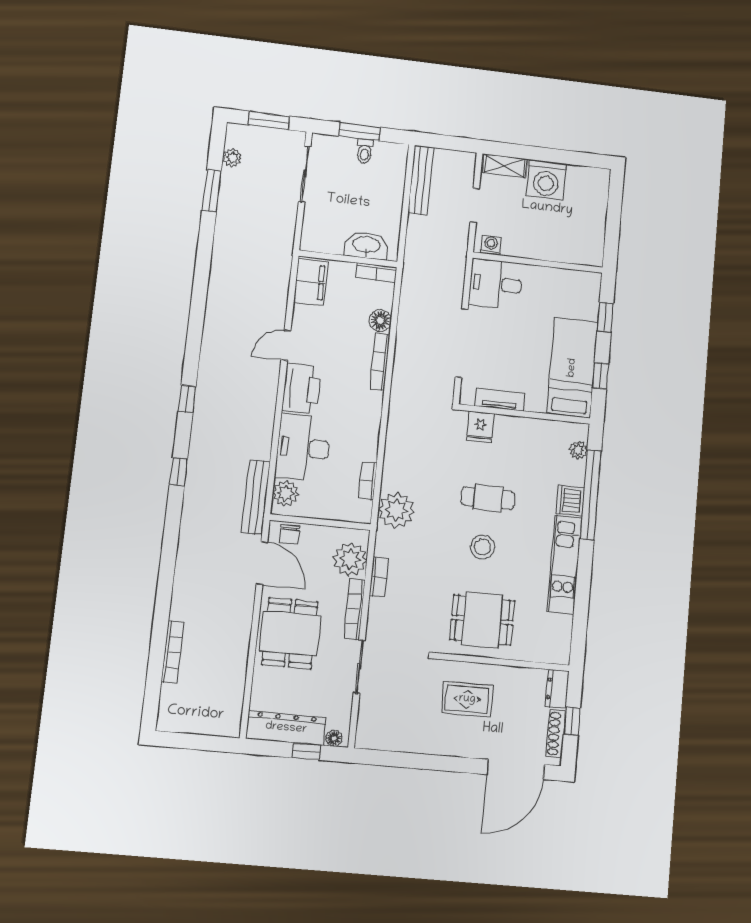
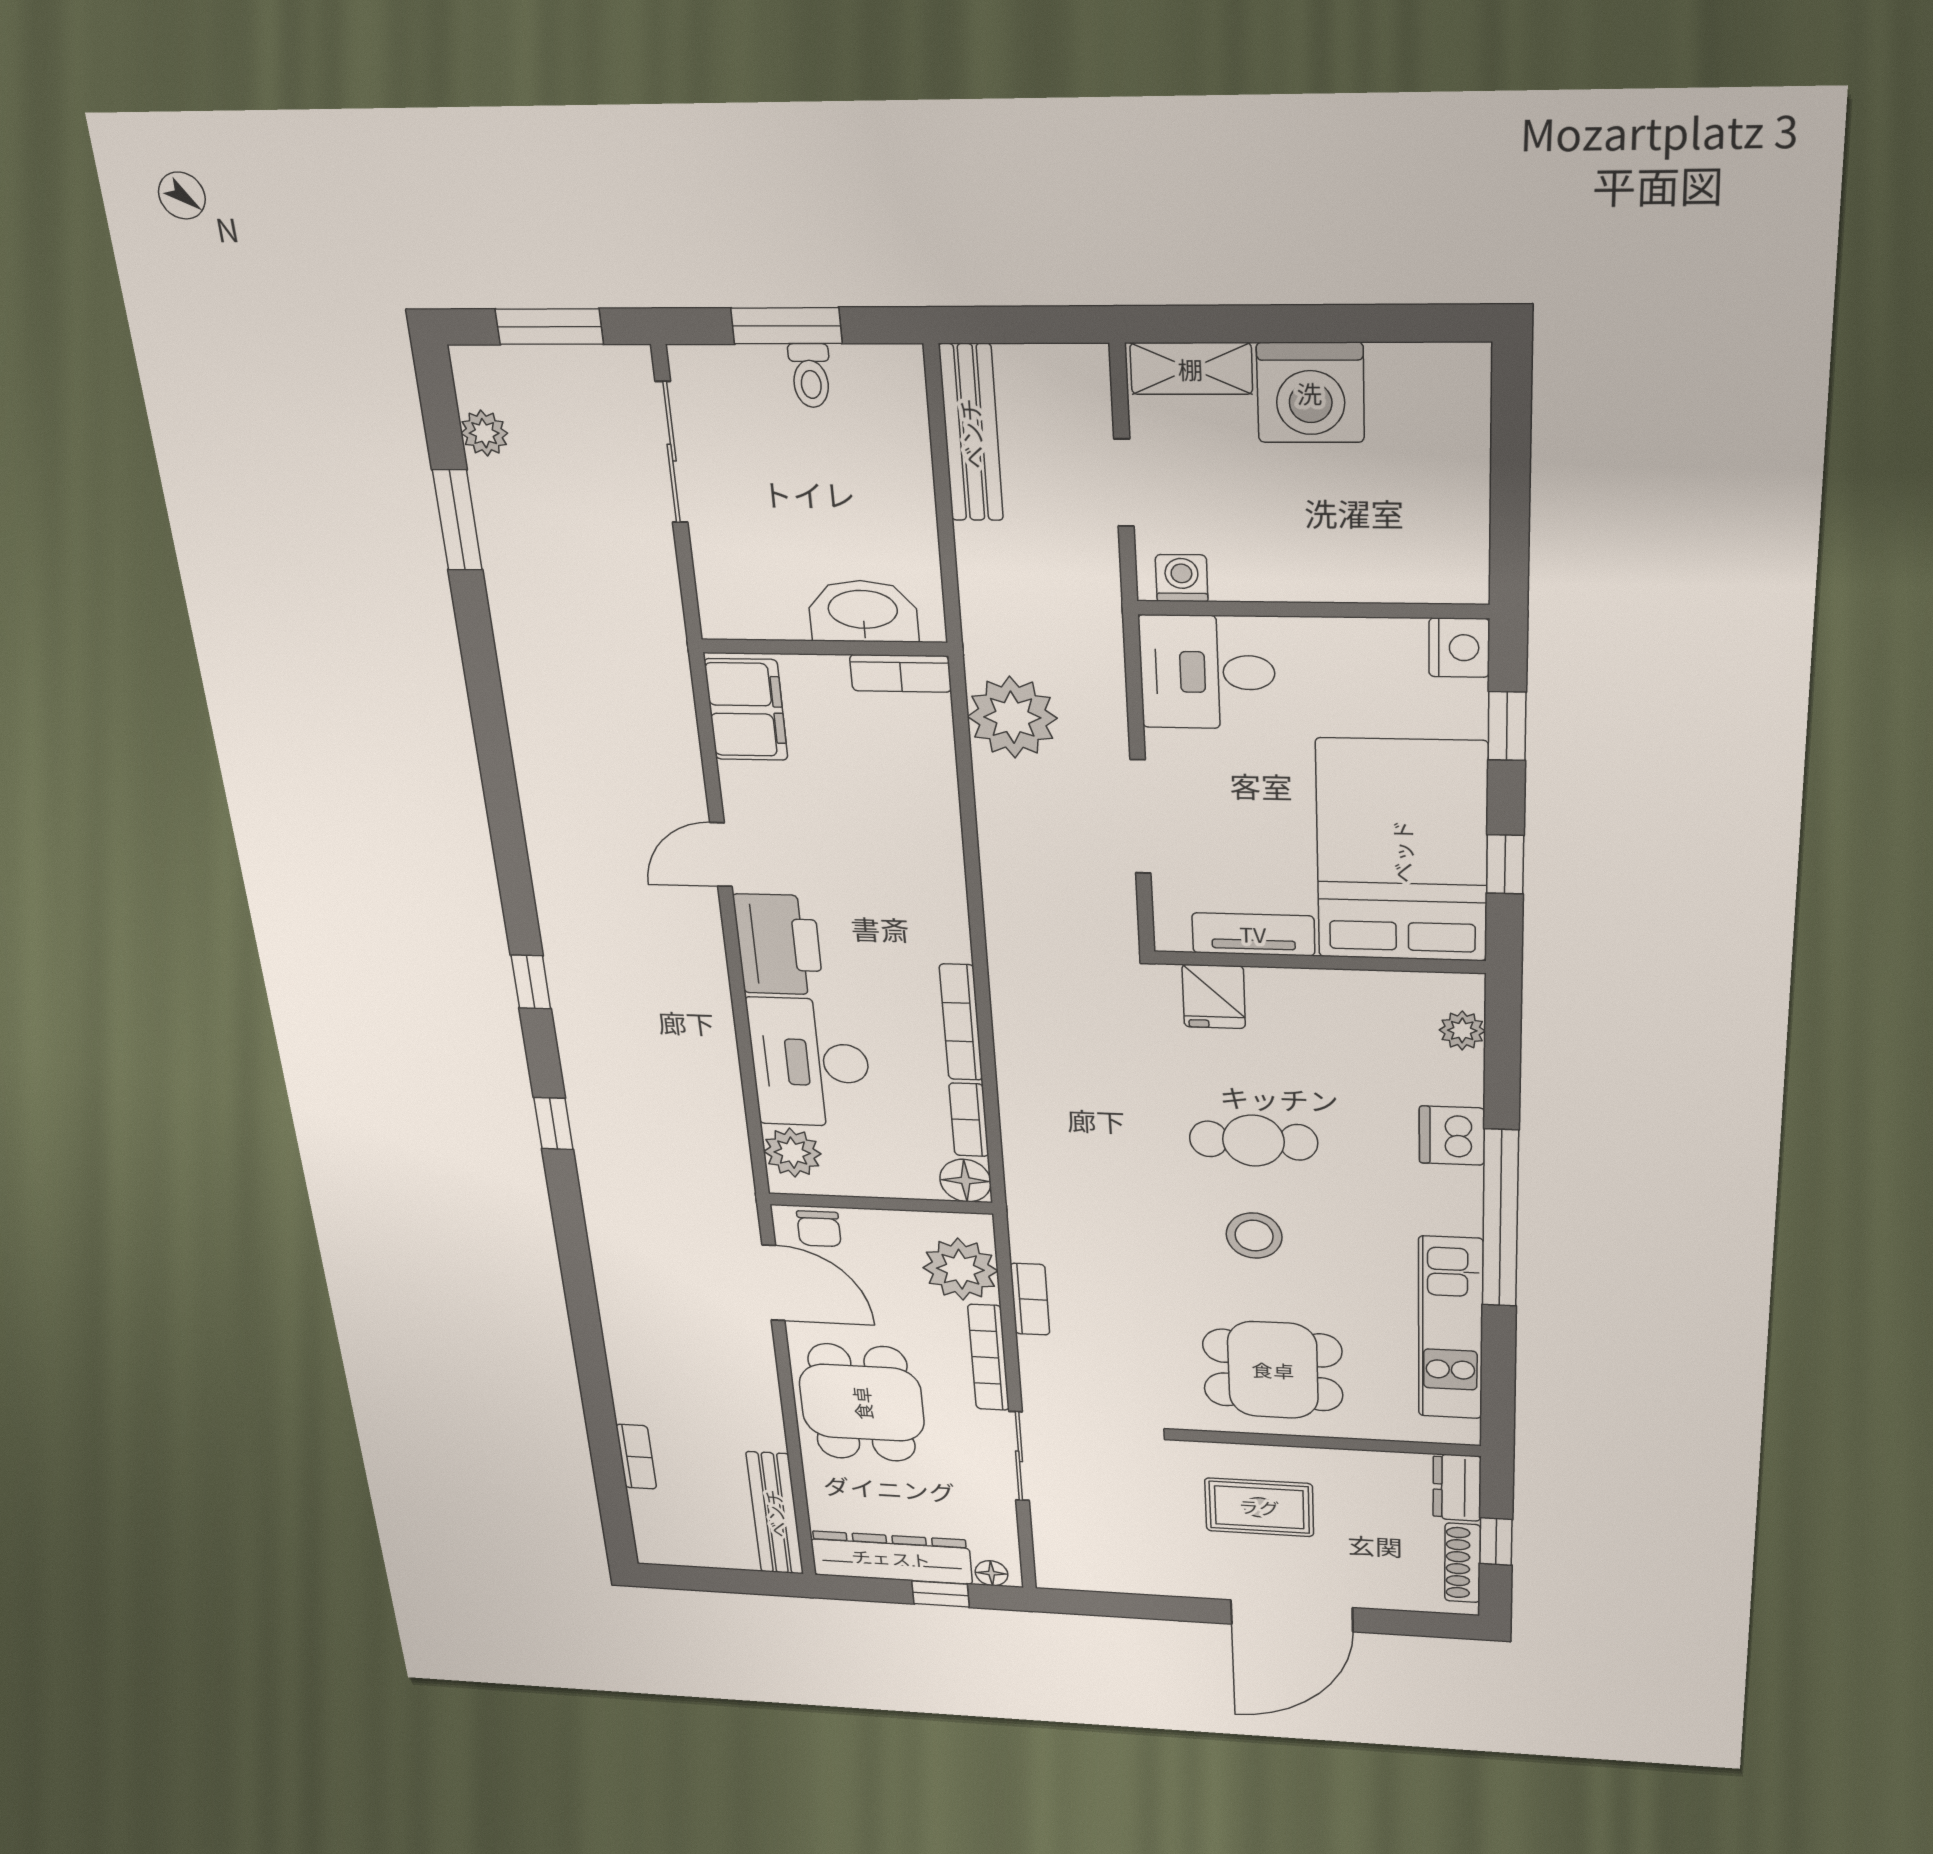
nightstand: (590, 283) -> (1459, 648), added
floor lamp: (380, 321) -> (965, 1181), moved
doorway: (462, 343) -> (1141, 817), width x0.73
bookcase: (380, 361) -> (961, 1022), moved
bed: (572, 368) -> (1402, 851), width x1.50
window: (591, 495) -> (1500, 1219), moved
bench: (256, 497) -> (775, 1513), moved
plant: (396, 510) -> (1012, 717), moved
kitchen unit: (564, 564) -> (1451, 1328), moved
bookcase: (172, 652) -> (636, 1457), width x0.64
door: (516, 769) -> (1292, 1616), moved

